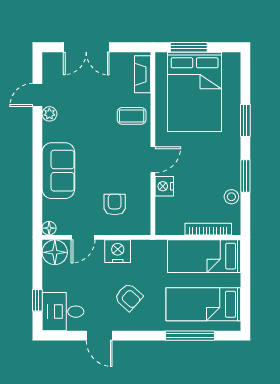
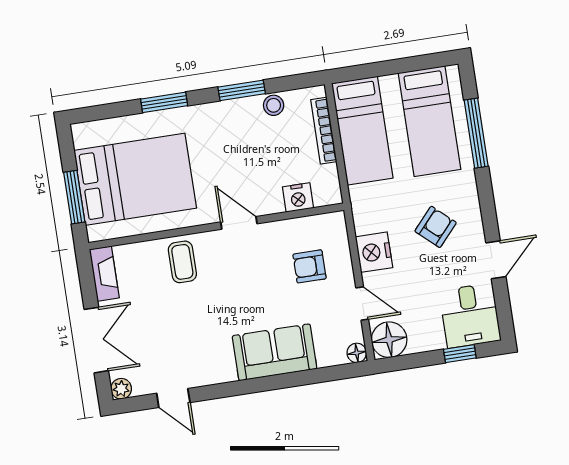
fireplace: (143, 74) -> (104, 274), moved, turned -90
plant: (49, 114) -> (121, 389), moved
nightstand: (164, 186) -> (298, 197), moved

